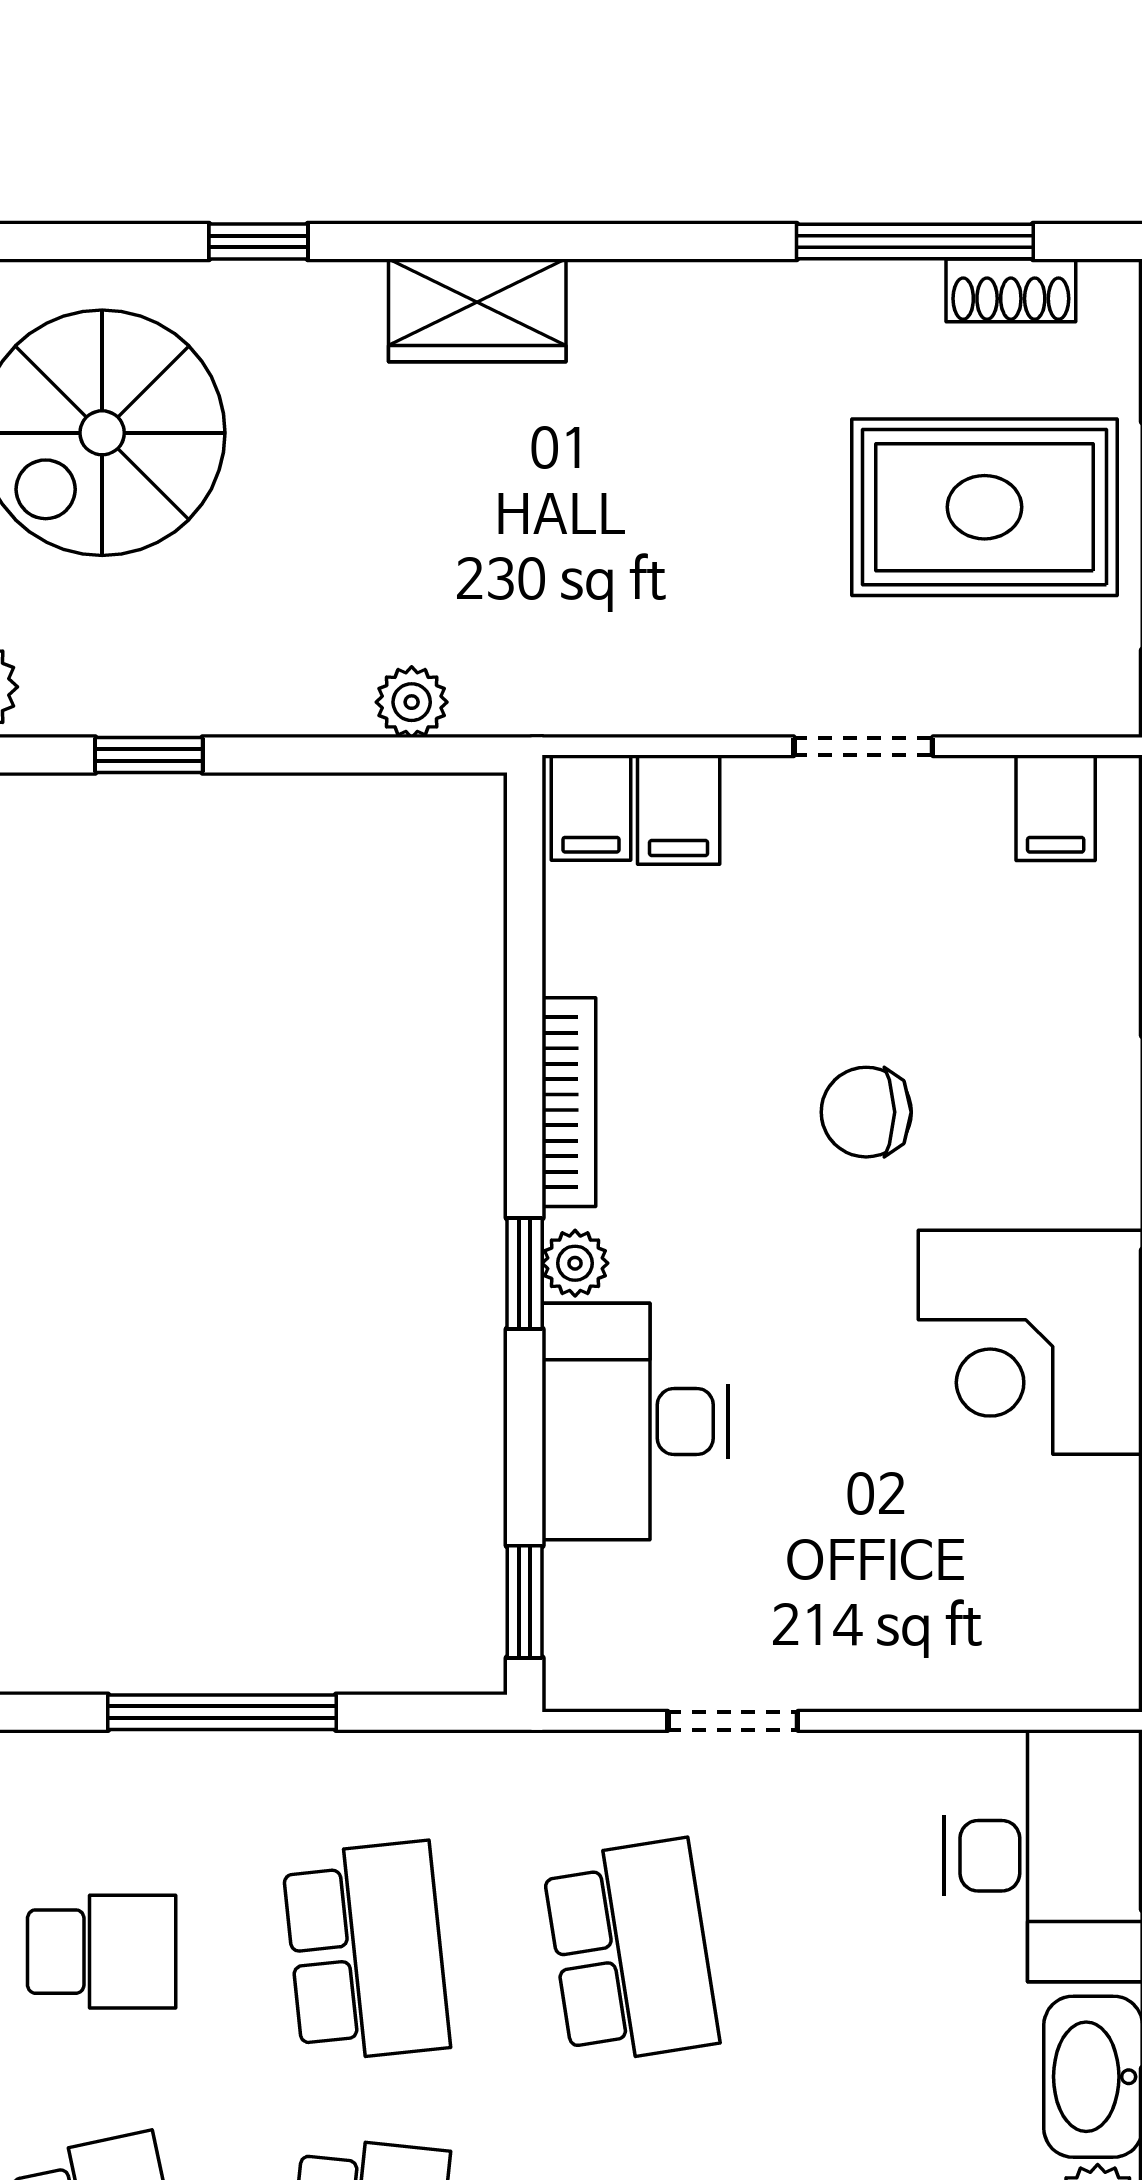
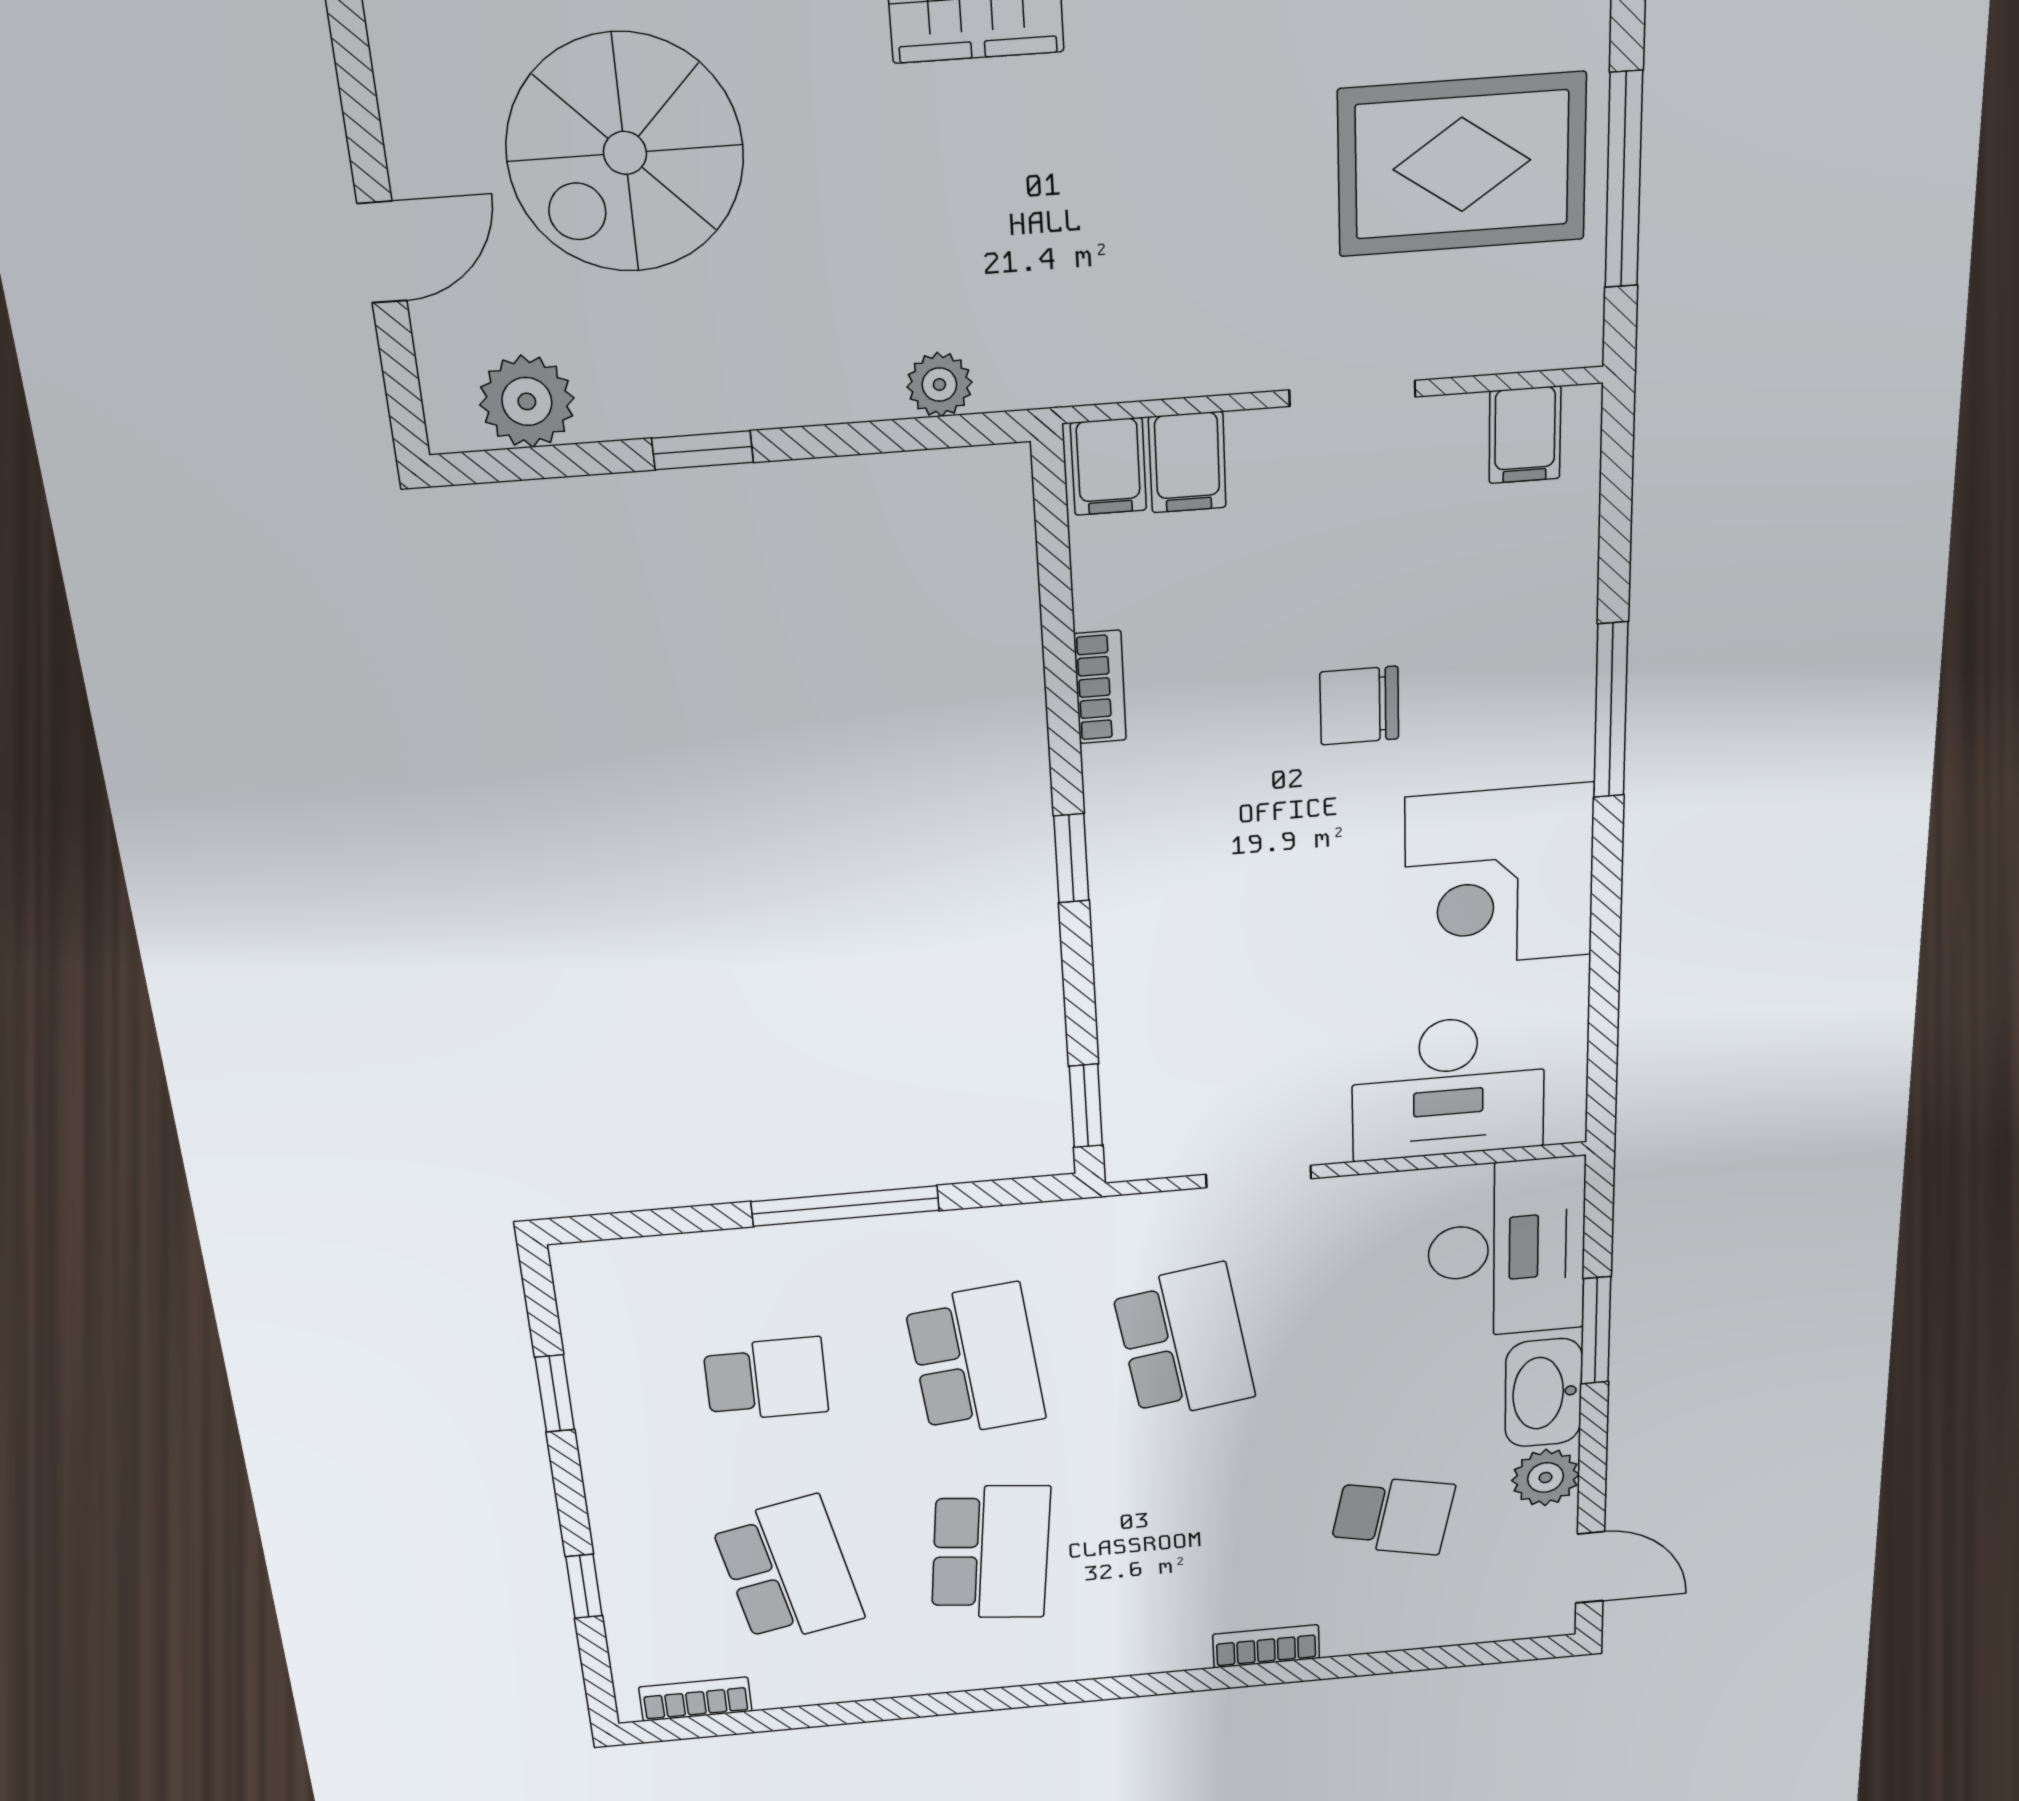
bookcase: (569, 1102) -> (1100, 687), width x0.64
plant: (575, 1263) -> (1114, 847), removed
desk: (635, 1422) -> (1448, 1088), moved, turned -90

